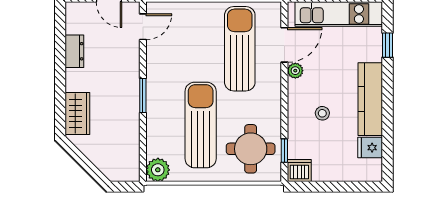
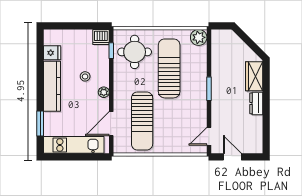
window: (388, 45) -> (40, 123), width x1.50
dresser: (74, 51) -> (256, 103), moved
plant: (295, 71) -> (104, 92), moved
sun lounger: (201, 125) -> (169, 68), turned 180

